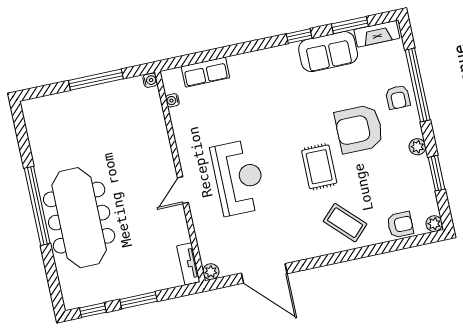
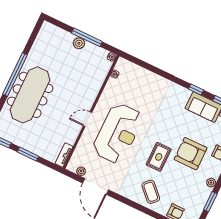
row of seats: (205, 72) -> (140, 73), removed
plant: (91, 96) -> (79, 43), added
reception desk: (239, 178) -> (118, 133), width x1.36, depth x1.30
plant: (211, 272) -> (81, 171), moved

